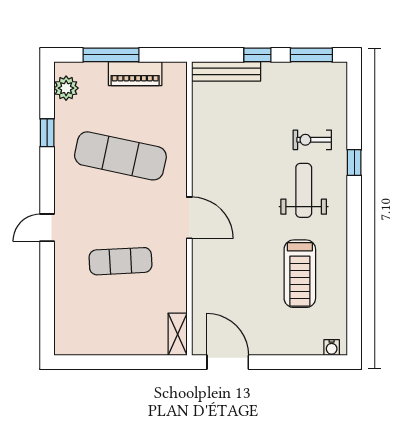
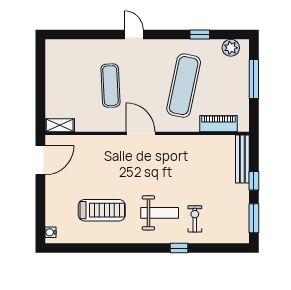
piano: (135, 74) -> (219, 124), moved, turned 90
door: (189, 218) -> (141, 133), swing flipped
treadmill: (300, 274) -> (102, 210), turned 180

